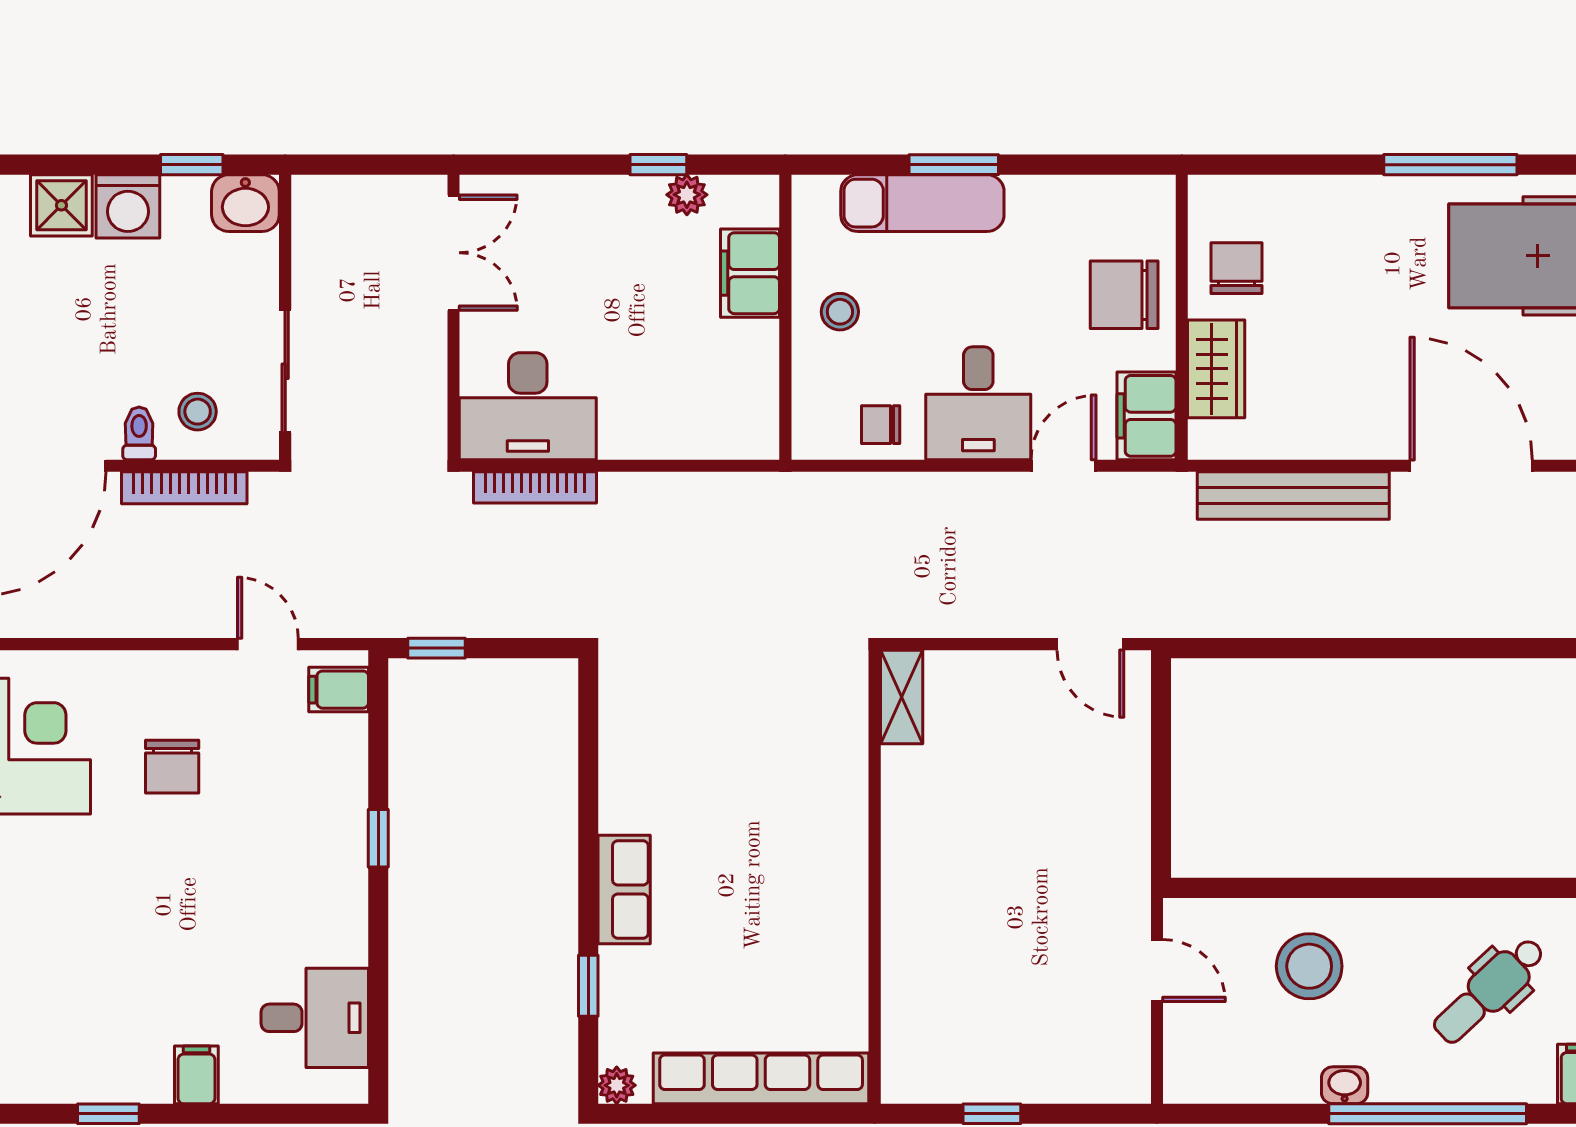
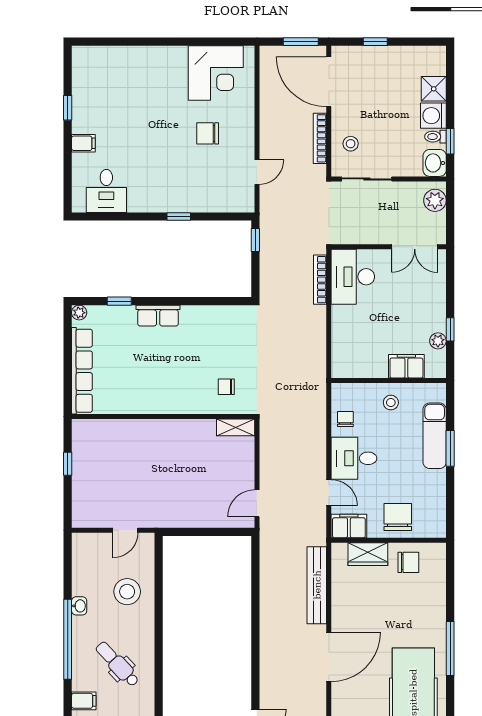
plant: (338, 202) -> (435, 200), added
toilet: (139, 433) -> (435, 137), moved, turned 180
filing cabinet: (339, 690) -> (239, 200), removed
chair: (801, 720) -> (226, 387), added

